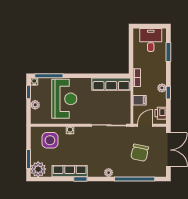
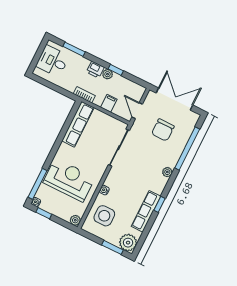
plant: (35, 105) -> (75, 220), moved
printer: (161, 113) -> (95, 70), moved
chair: (140, 153) -> (163, 130), turned 78

